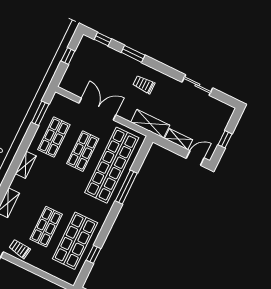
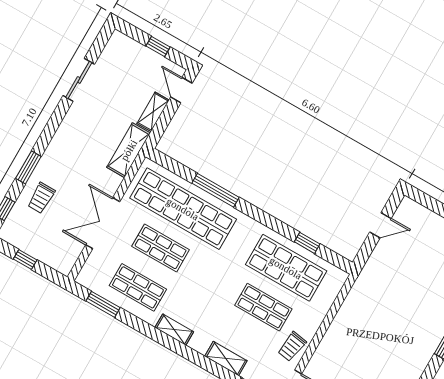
trolley: (144, 84) -> (41, 198), moved

